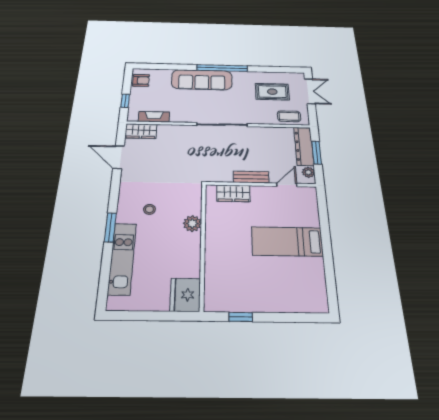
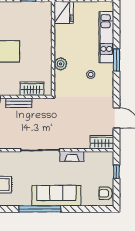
fireplace: (154, 117) -> (72, 156), moved

